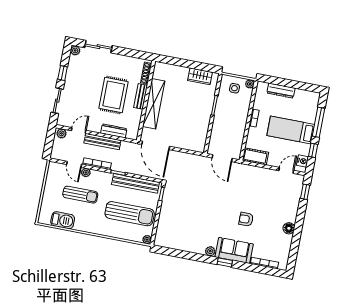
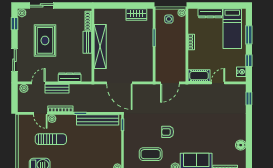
window: (63, 73) -> (14, 24), moved
rug: (114, 95) -> (45, 40), moved
window: (319, 122) -> (249, 35), width x0.69
bed: (291, 130) -> (232, 29), moved, turned -90
bench: (102, 142) -> (57, 89), width x0.73
door: (156, 145) -> (119, 83), moved
door: (222, 158) -> (170, 83), hinge flipped
door: (286, 170) -> (218, 83), moved
sun lounger: (130, 214) -> (98, 148), removed
armchair: (246, 219) -> (168, 132), moved
floor lamp: (289, 228) -> (241, 145), moved
coffee table: (186, 232) -> (151, 154), added

